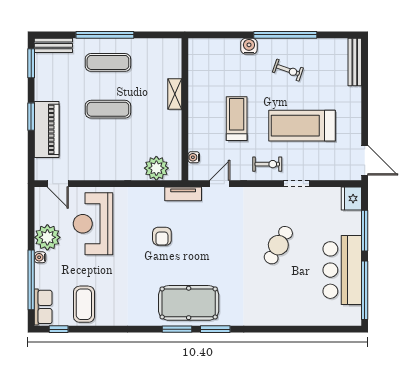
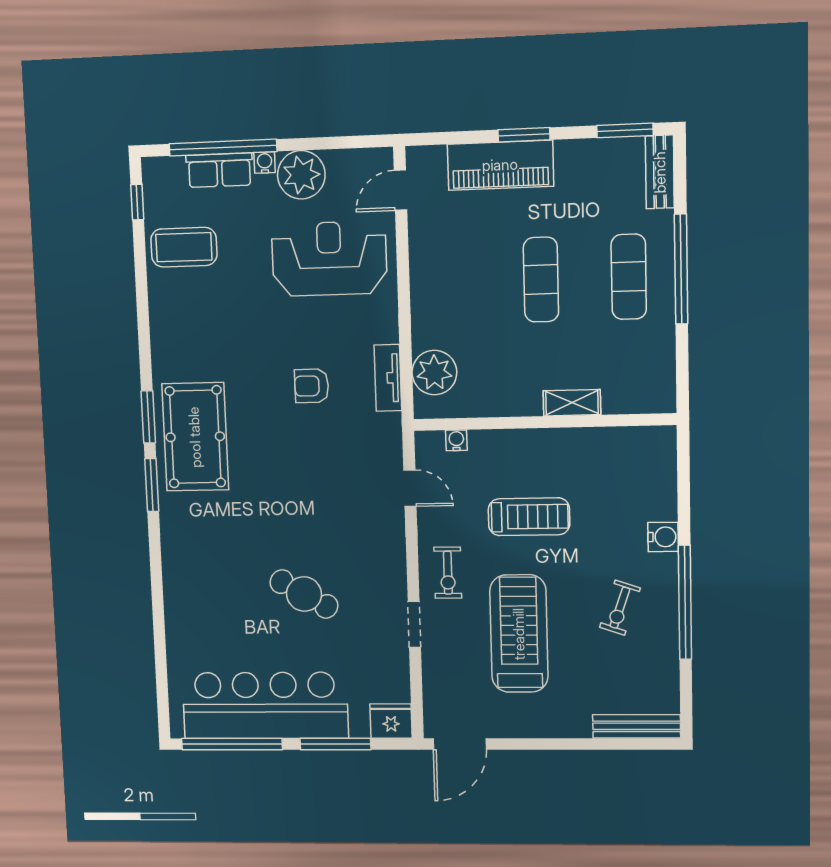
tv unit: (183, 194) -> (388, 378), moved
bar counter: (342, 270) -> (265, 705), width x1.36
row of seats: (43, 307) -> (219, 170), moved

